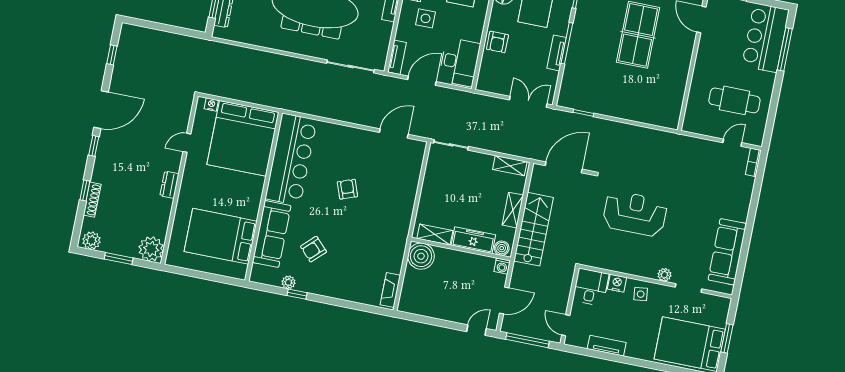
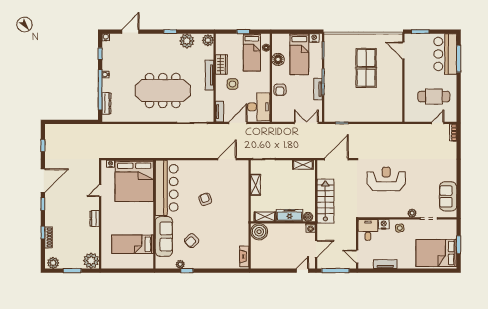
shelving: (513, 210) -> (256, 185), moved
bed: (221, 236) -> (133, 244), width x0.67
sofa: (727, 252) -> (448, 196), width x0.73

